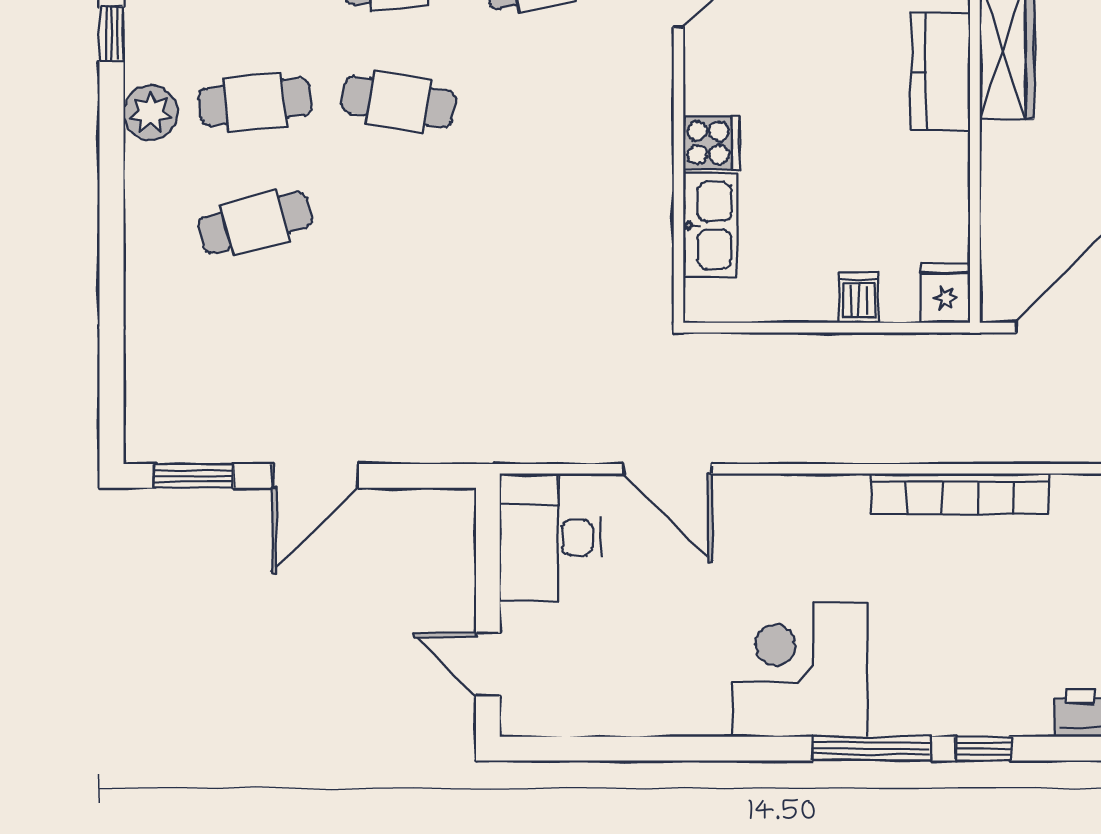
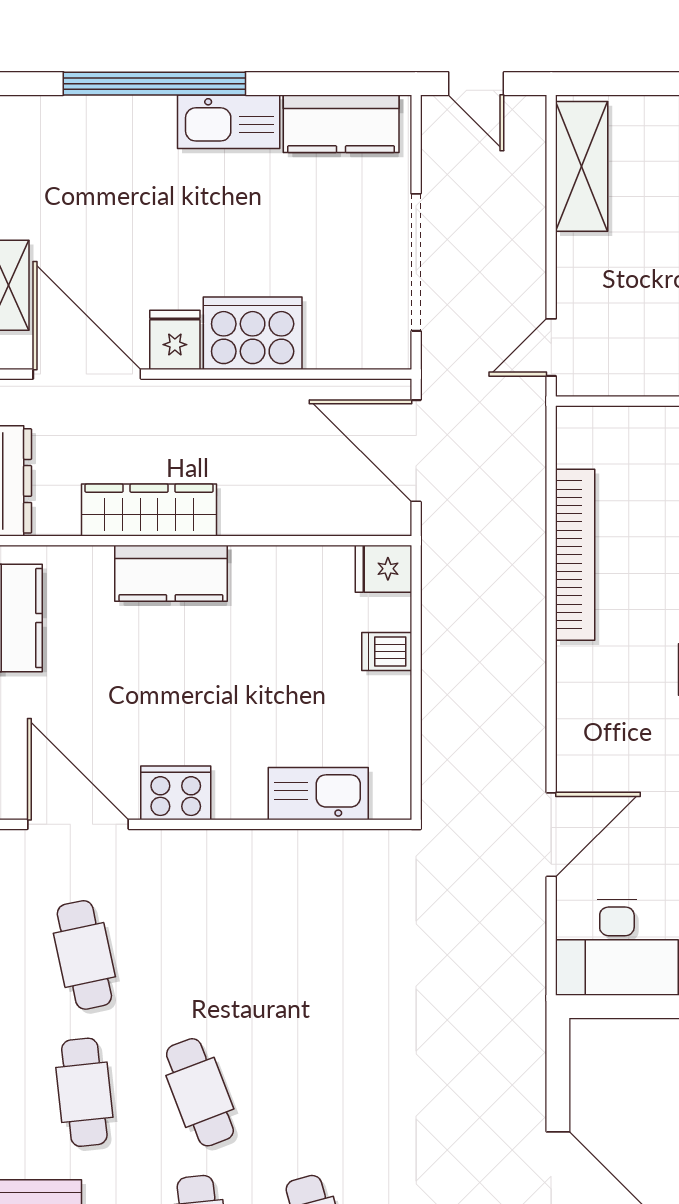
cafe table: (399, 102) -> (200, 1092), turned -30
cooker: (711, 143) -> (176, 793), moved, width x1.36

